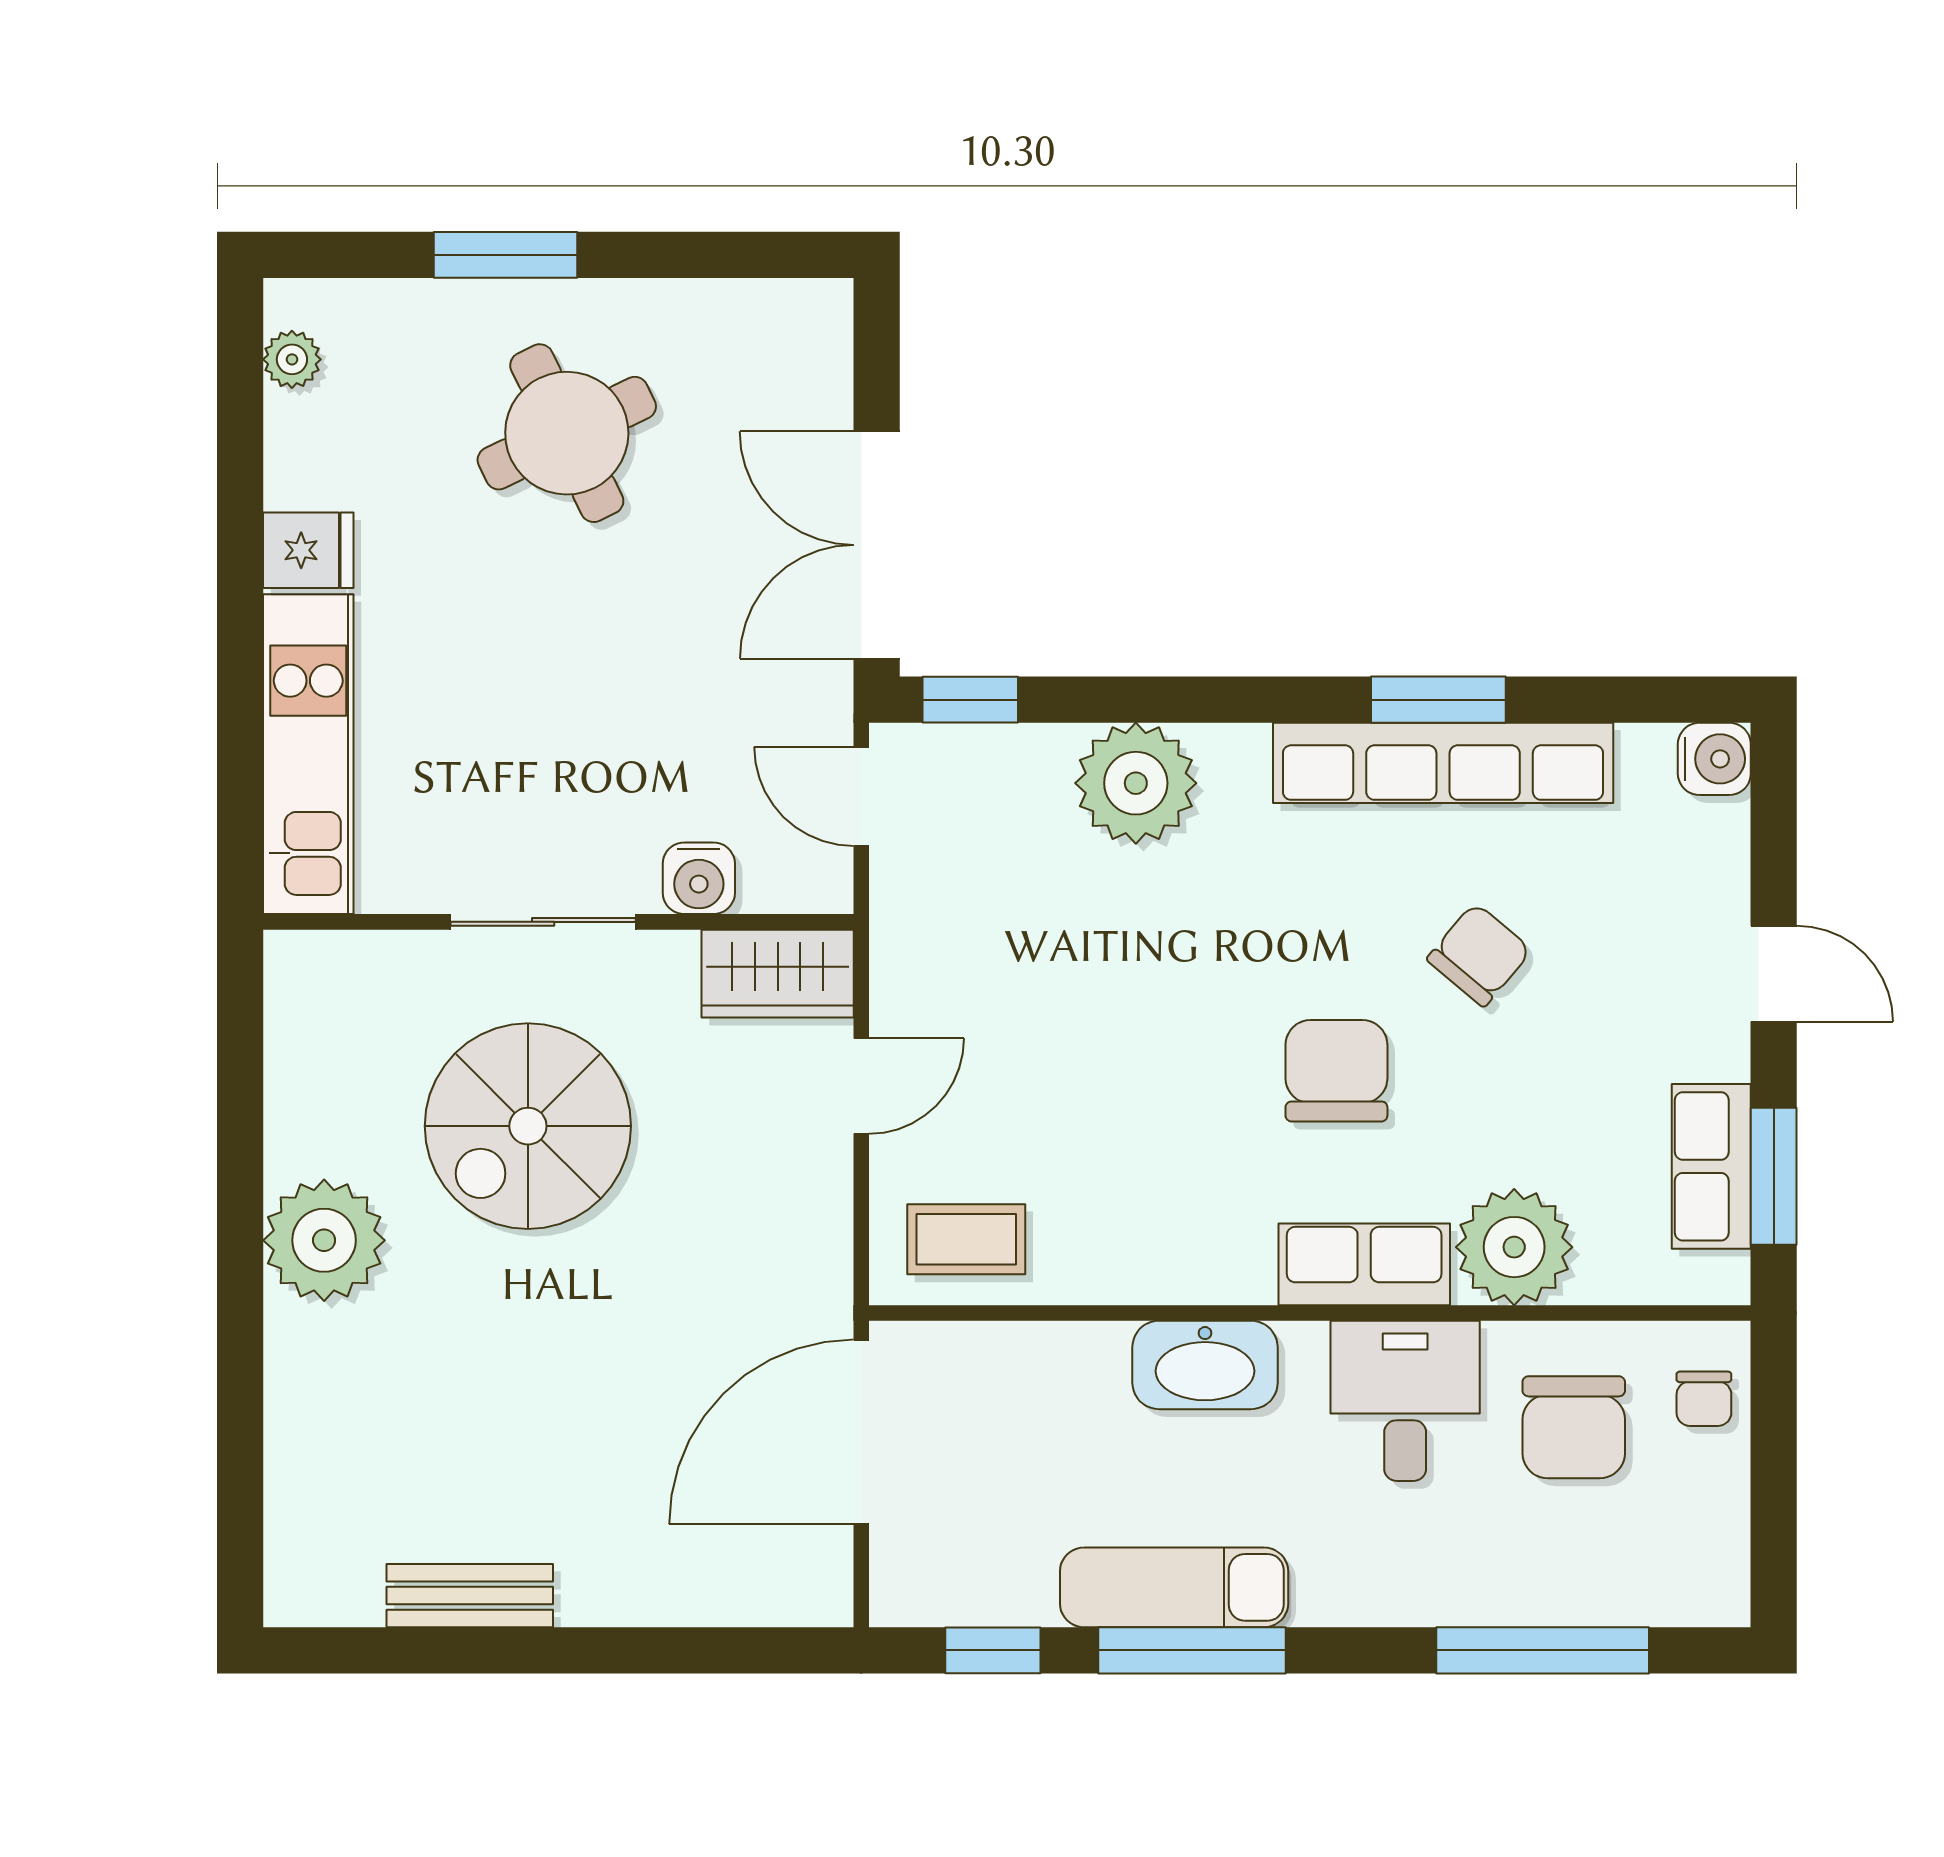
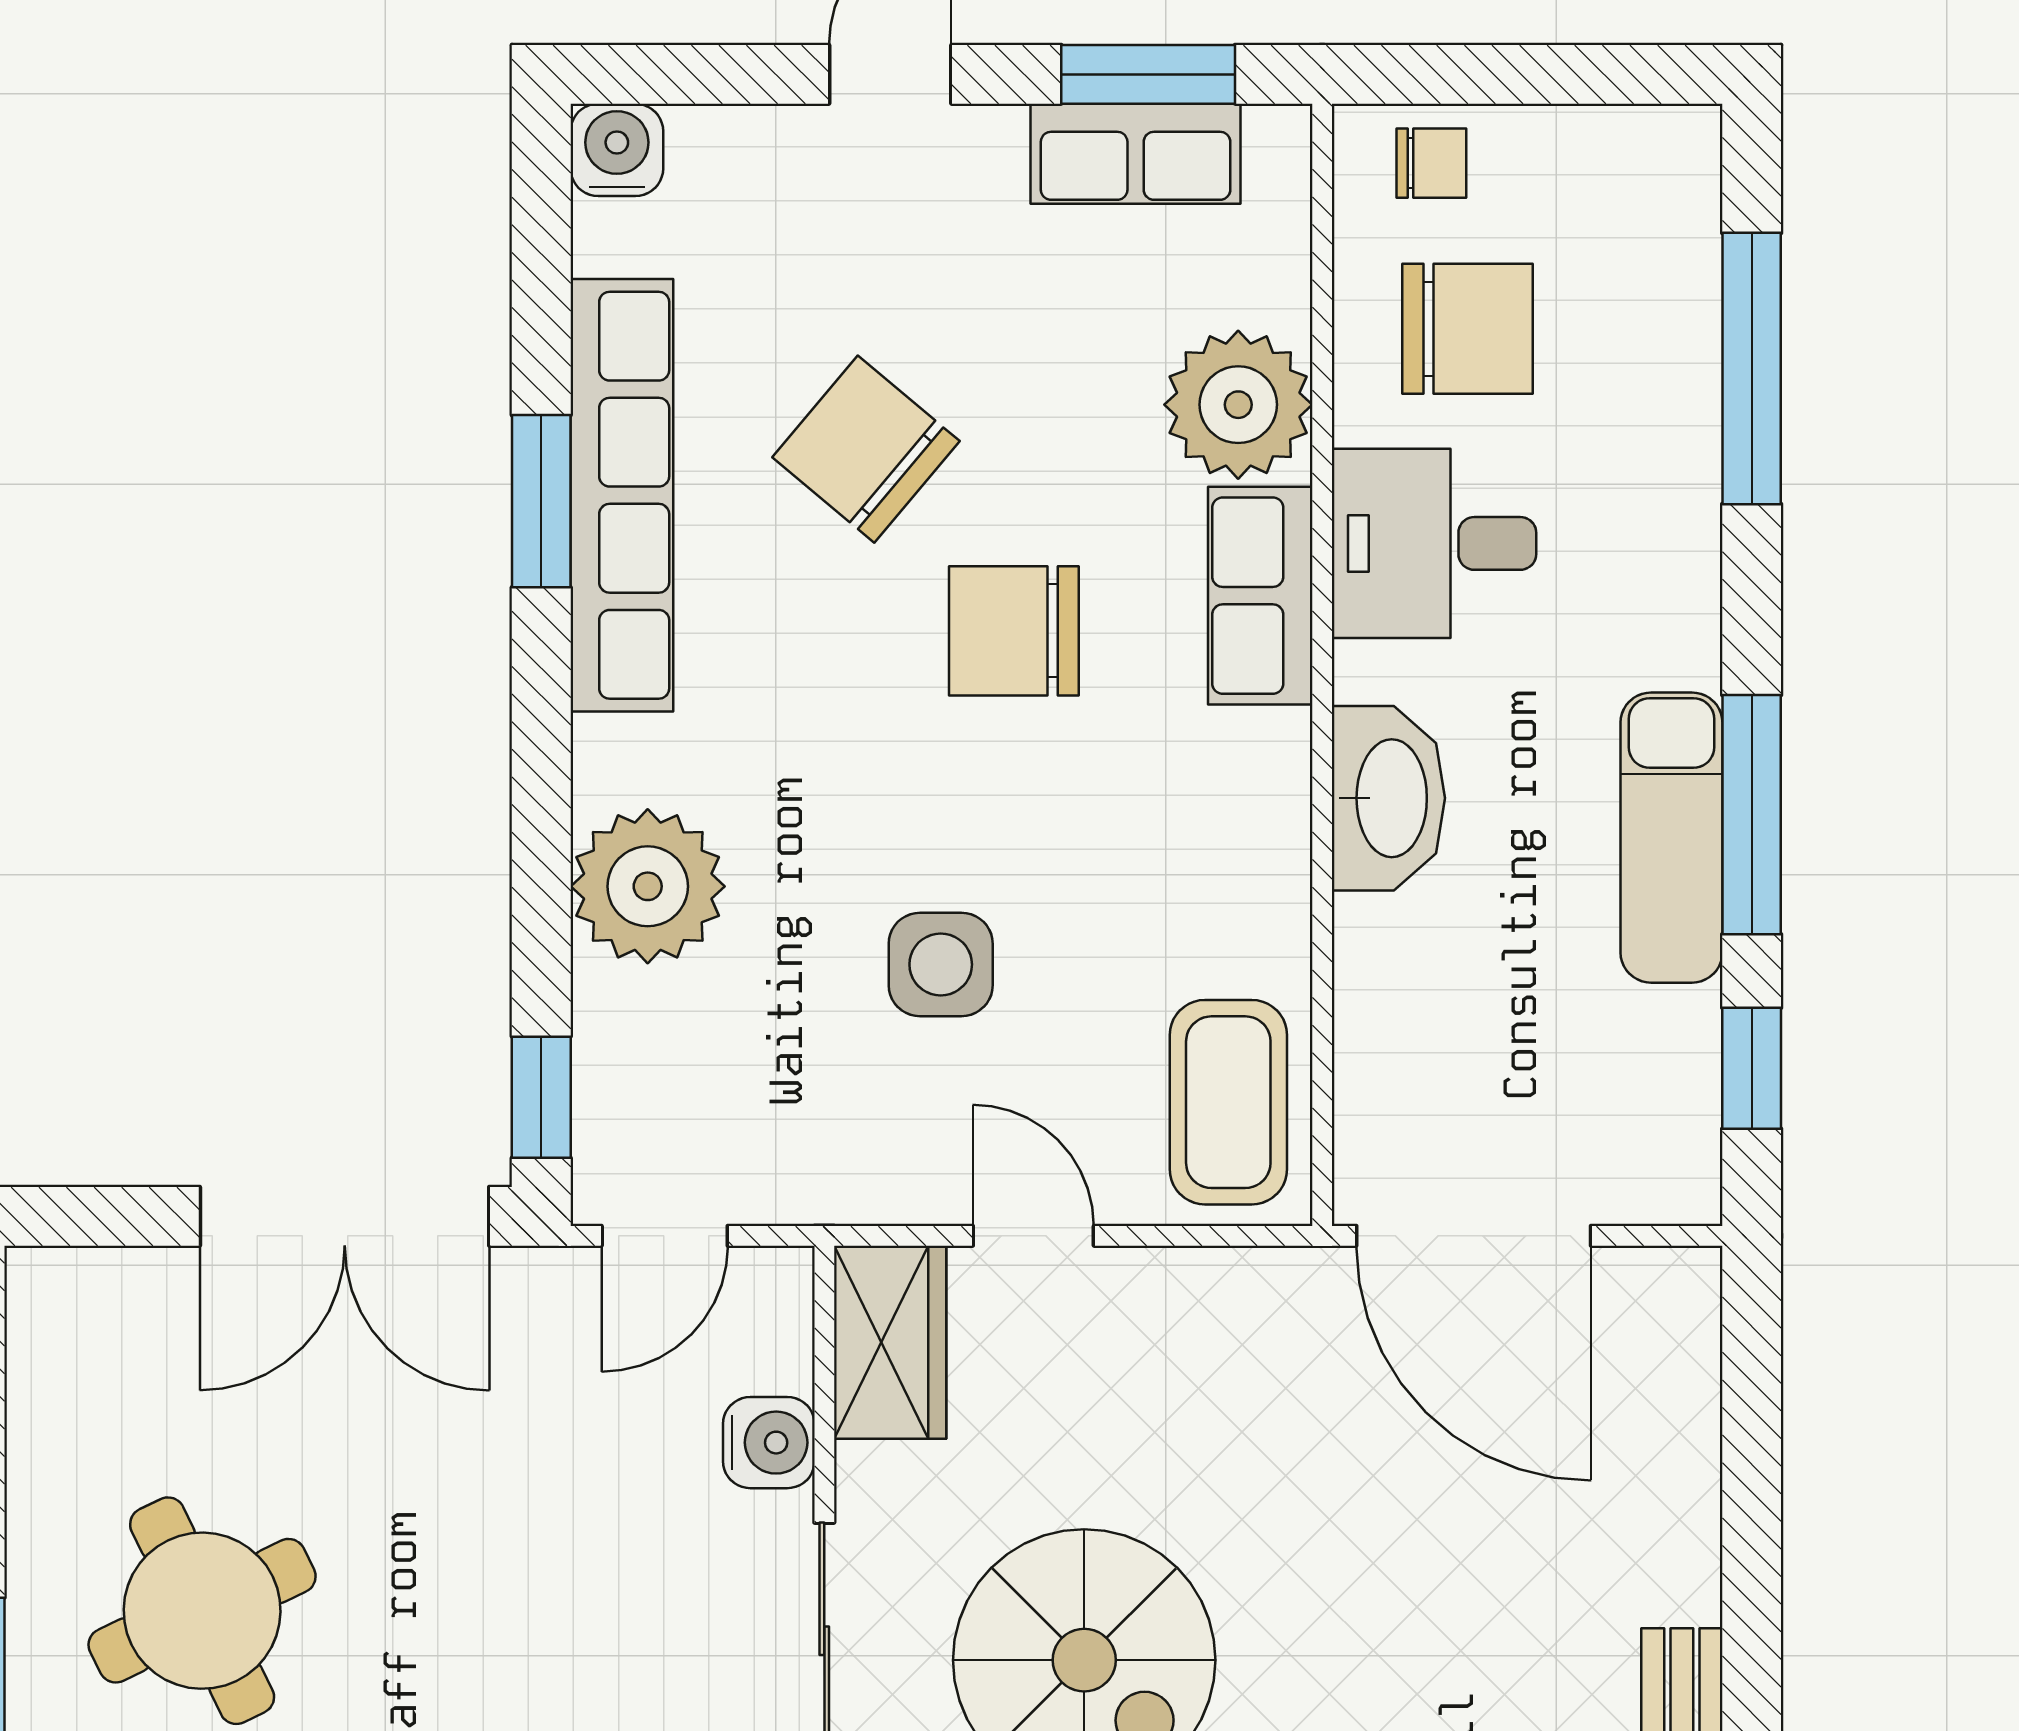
chair: (1479, 955) -> (866, 449), width x1.37, depth x1.37
side table: (1074, 1013) -> (941, 964), added
coffee table: (966, 1239) -> (1228, 1102), width x1.36, depth x1.30

